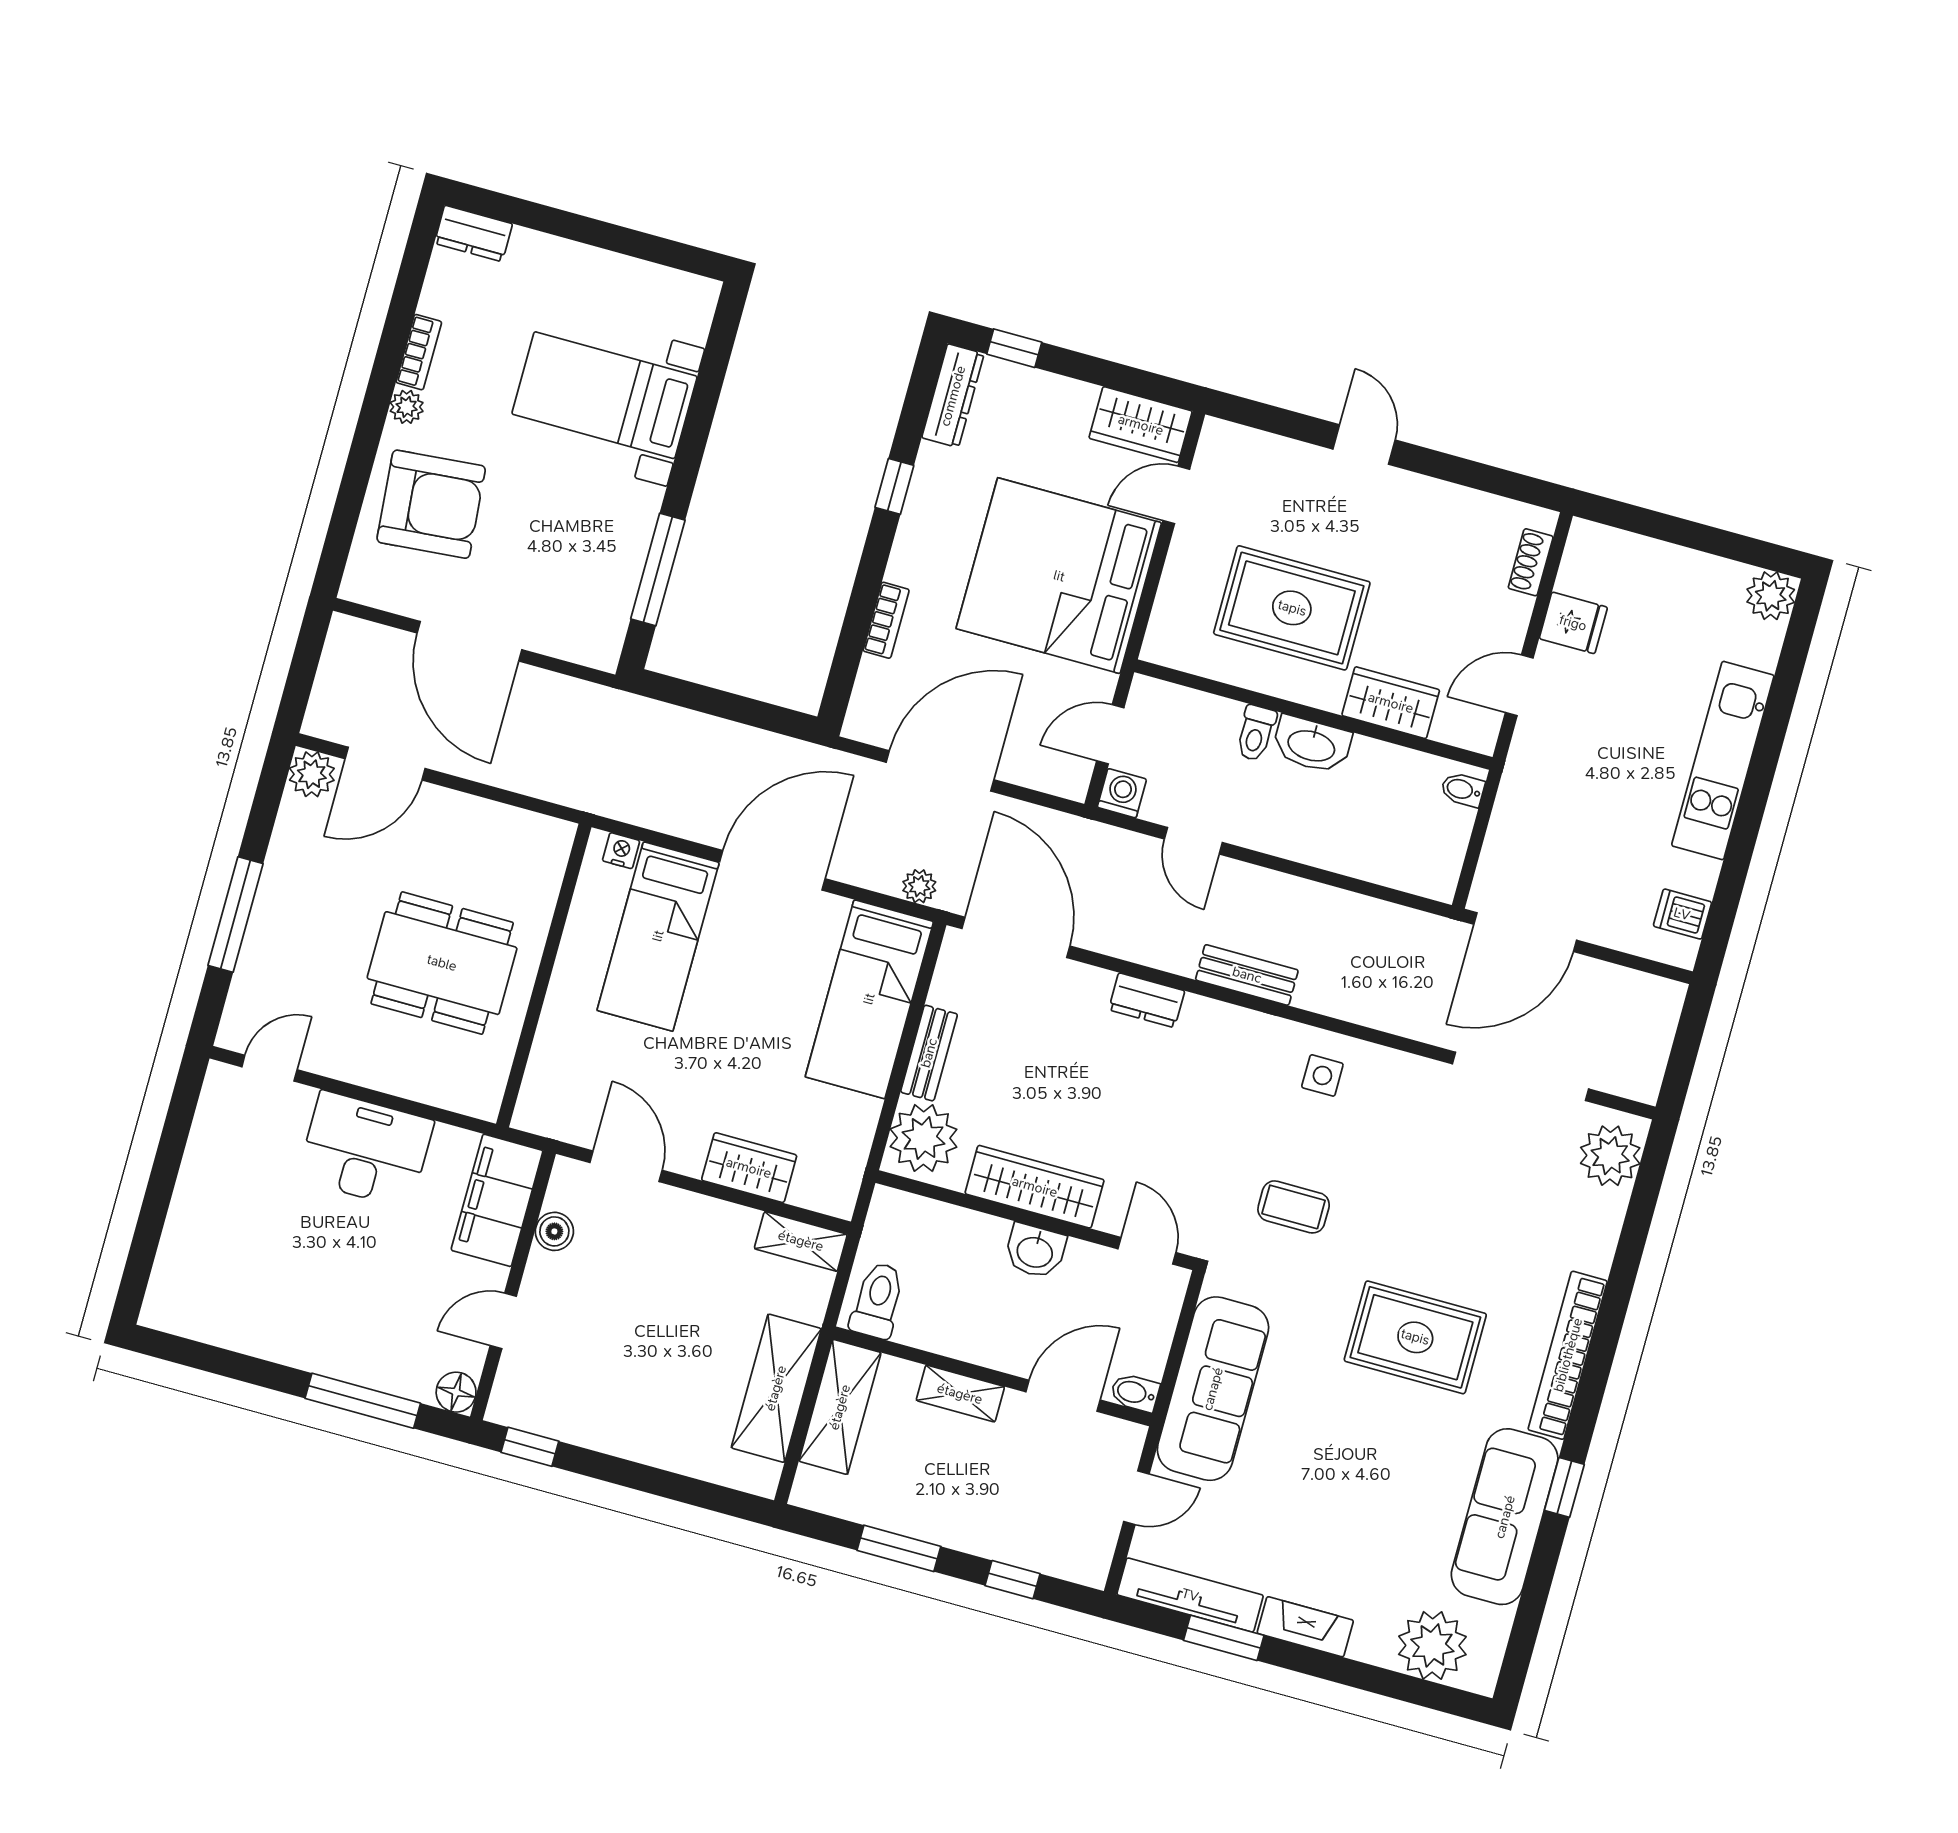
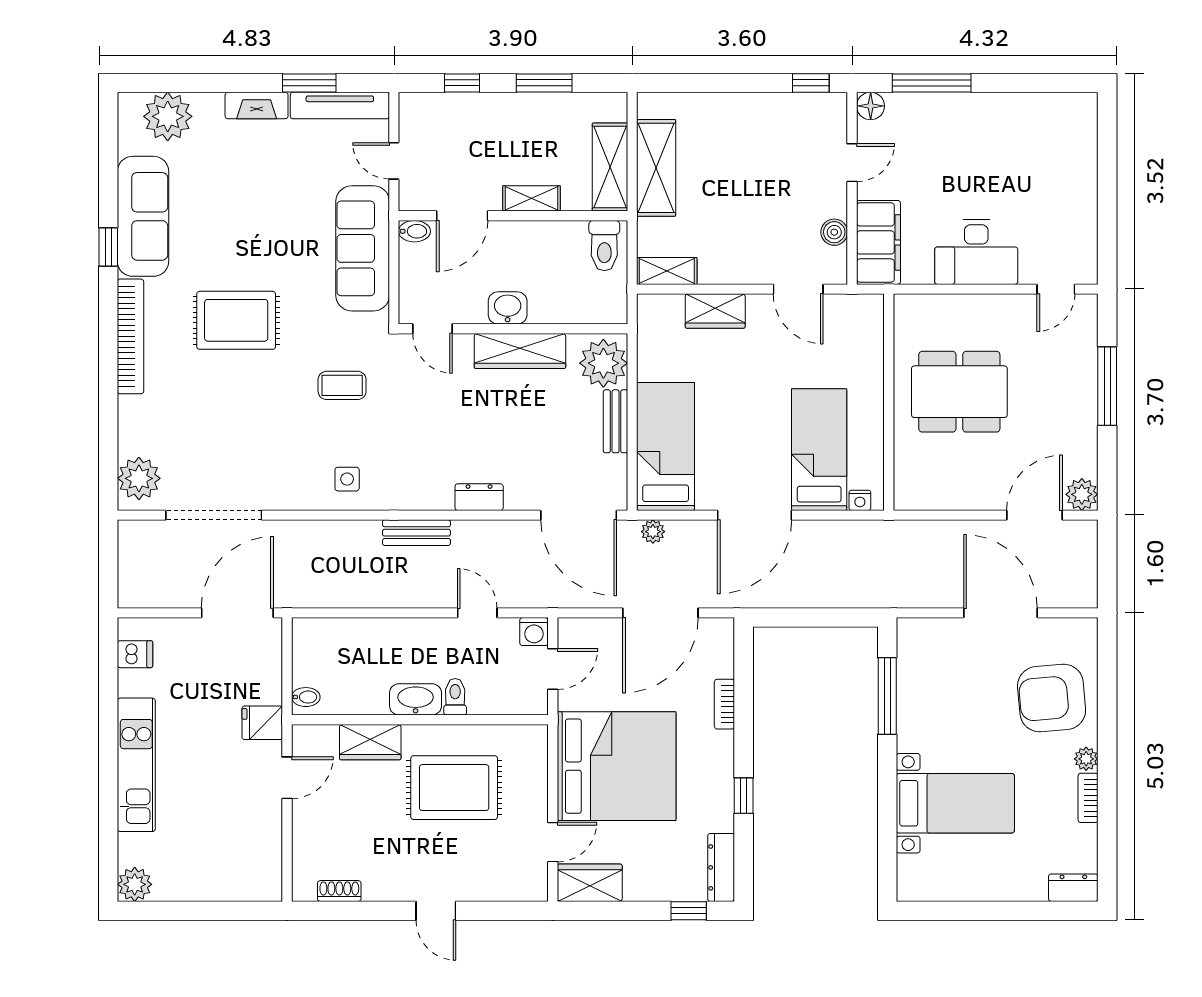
shoe rack: (1531, 562) -> (339, 891), moved, turned -90
fridge: (1573, 623) -> (262, 723), moved
door: (1136, 1498) -> (394, 161), hinge flipped

